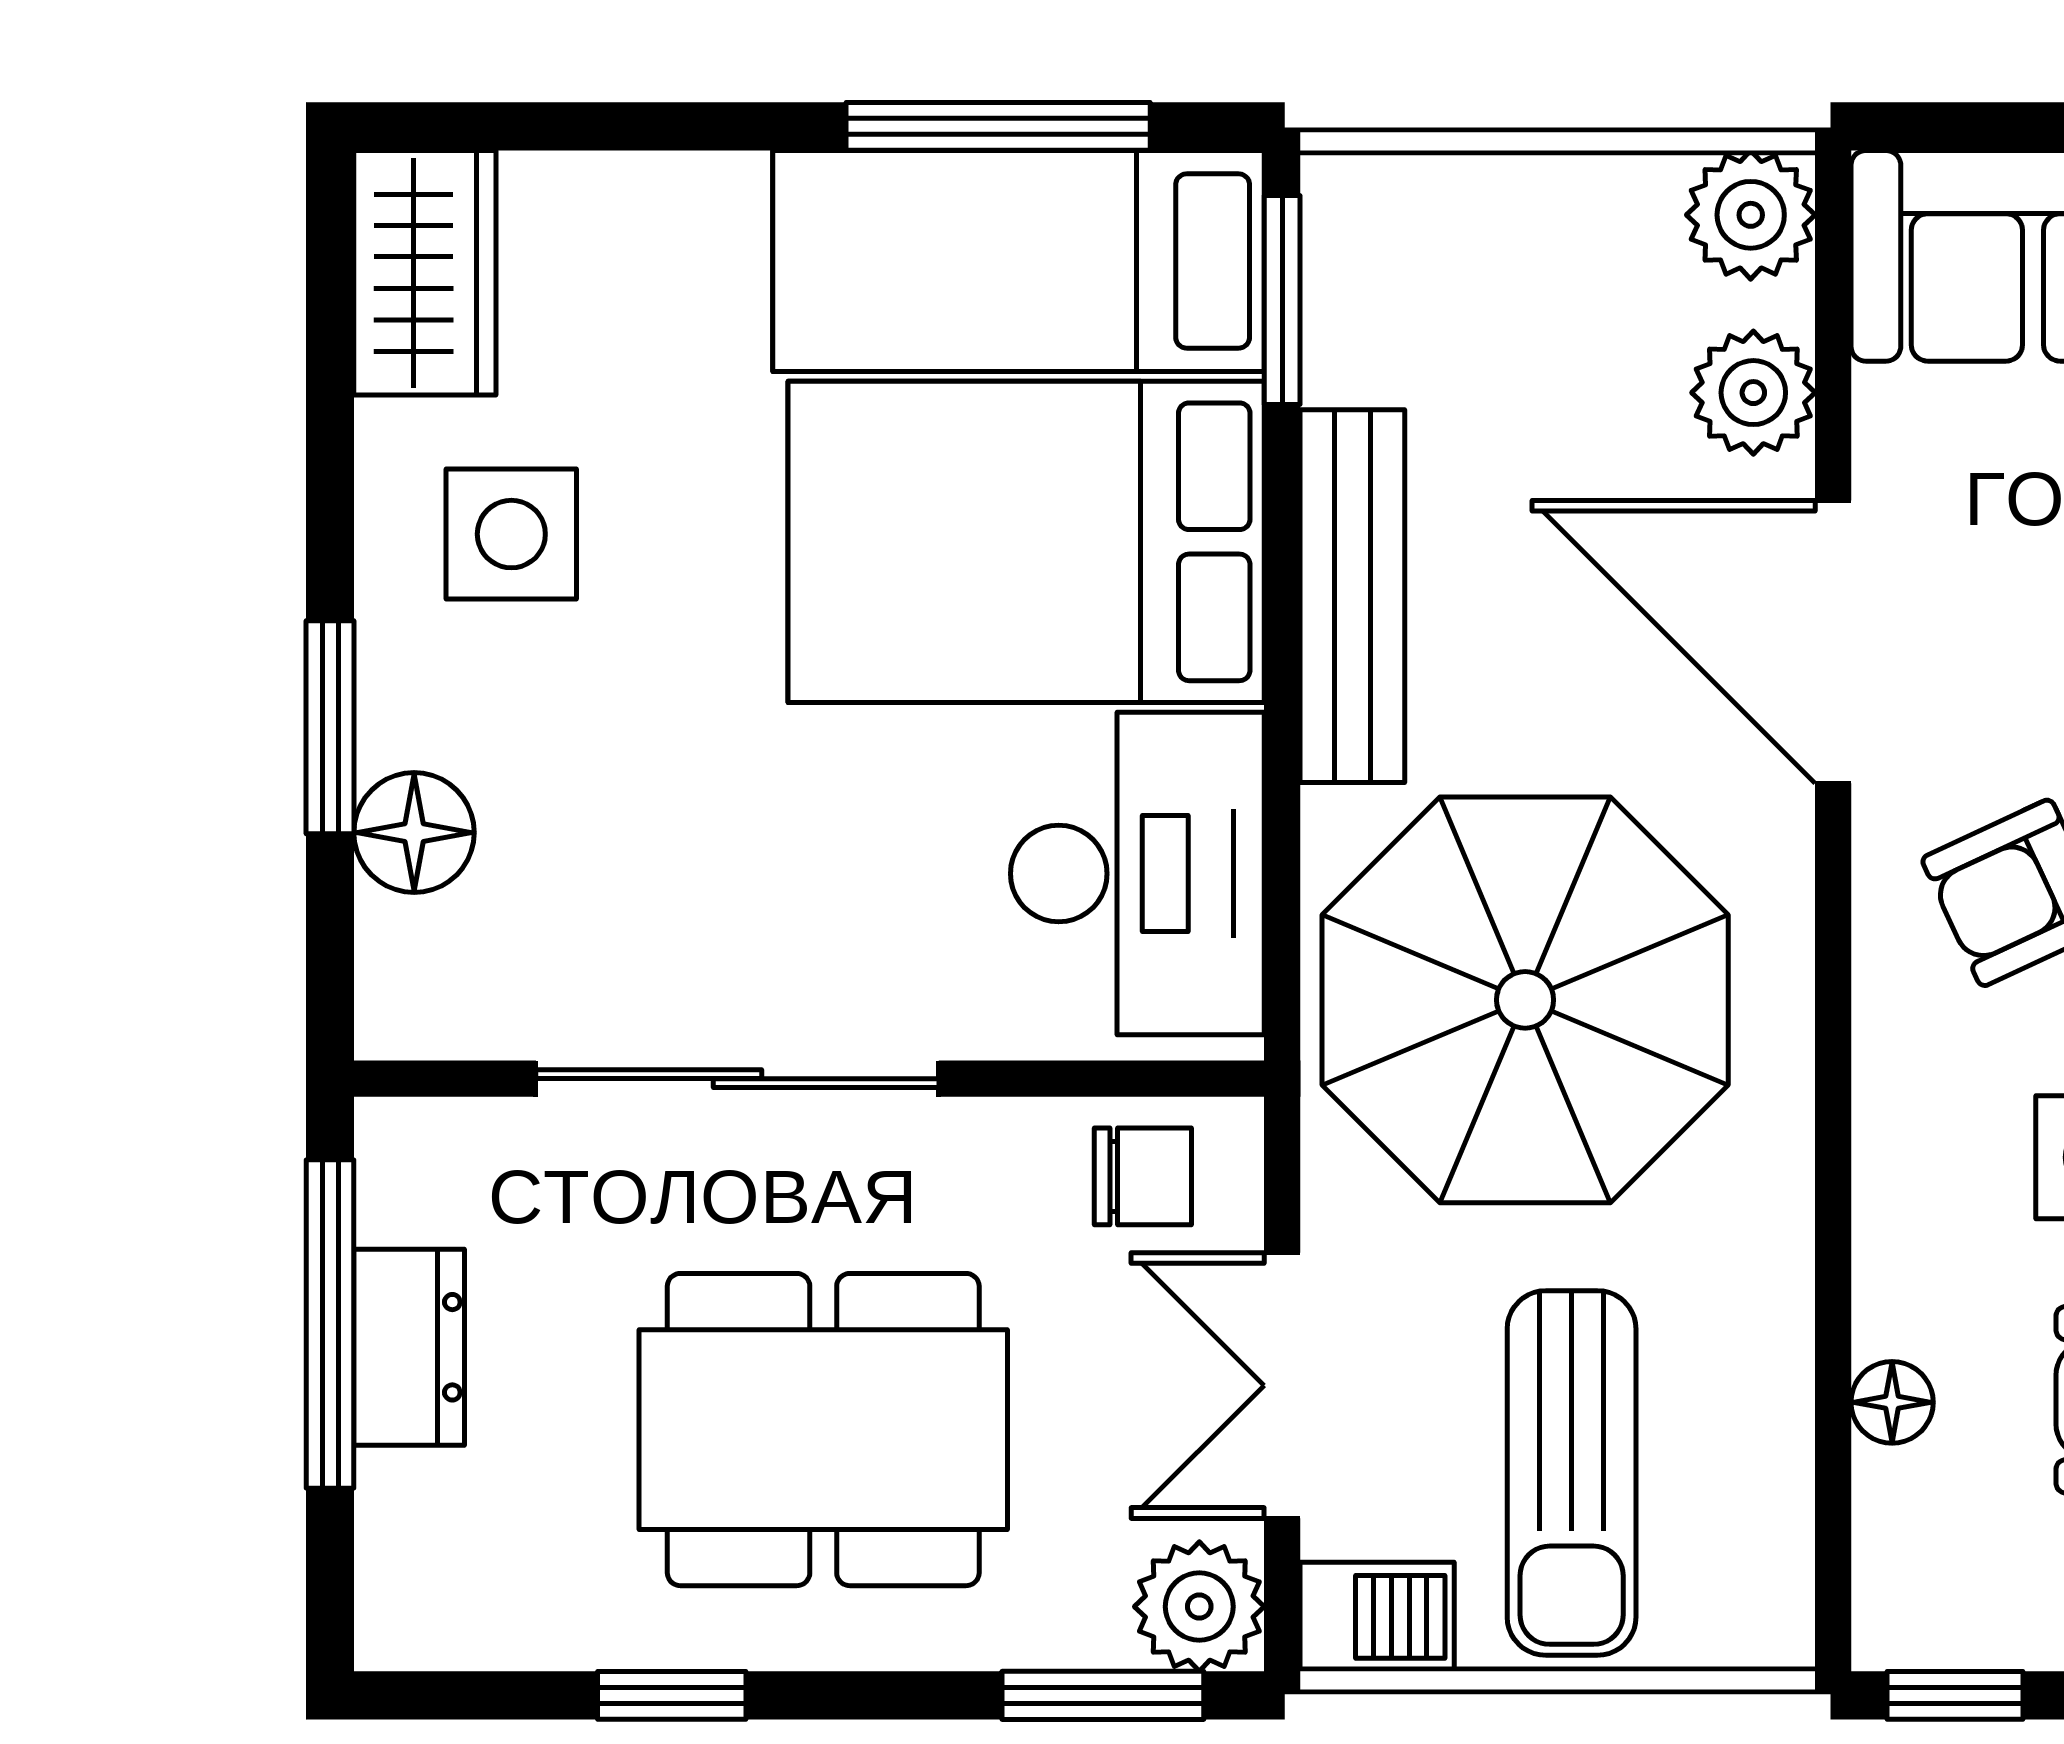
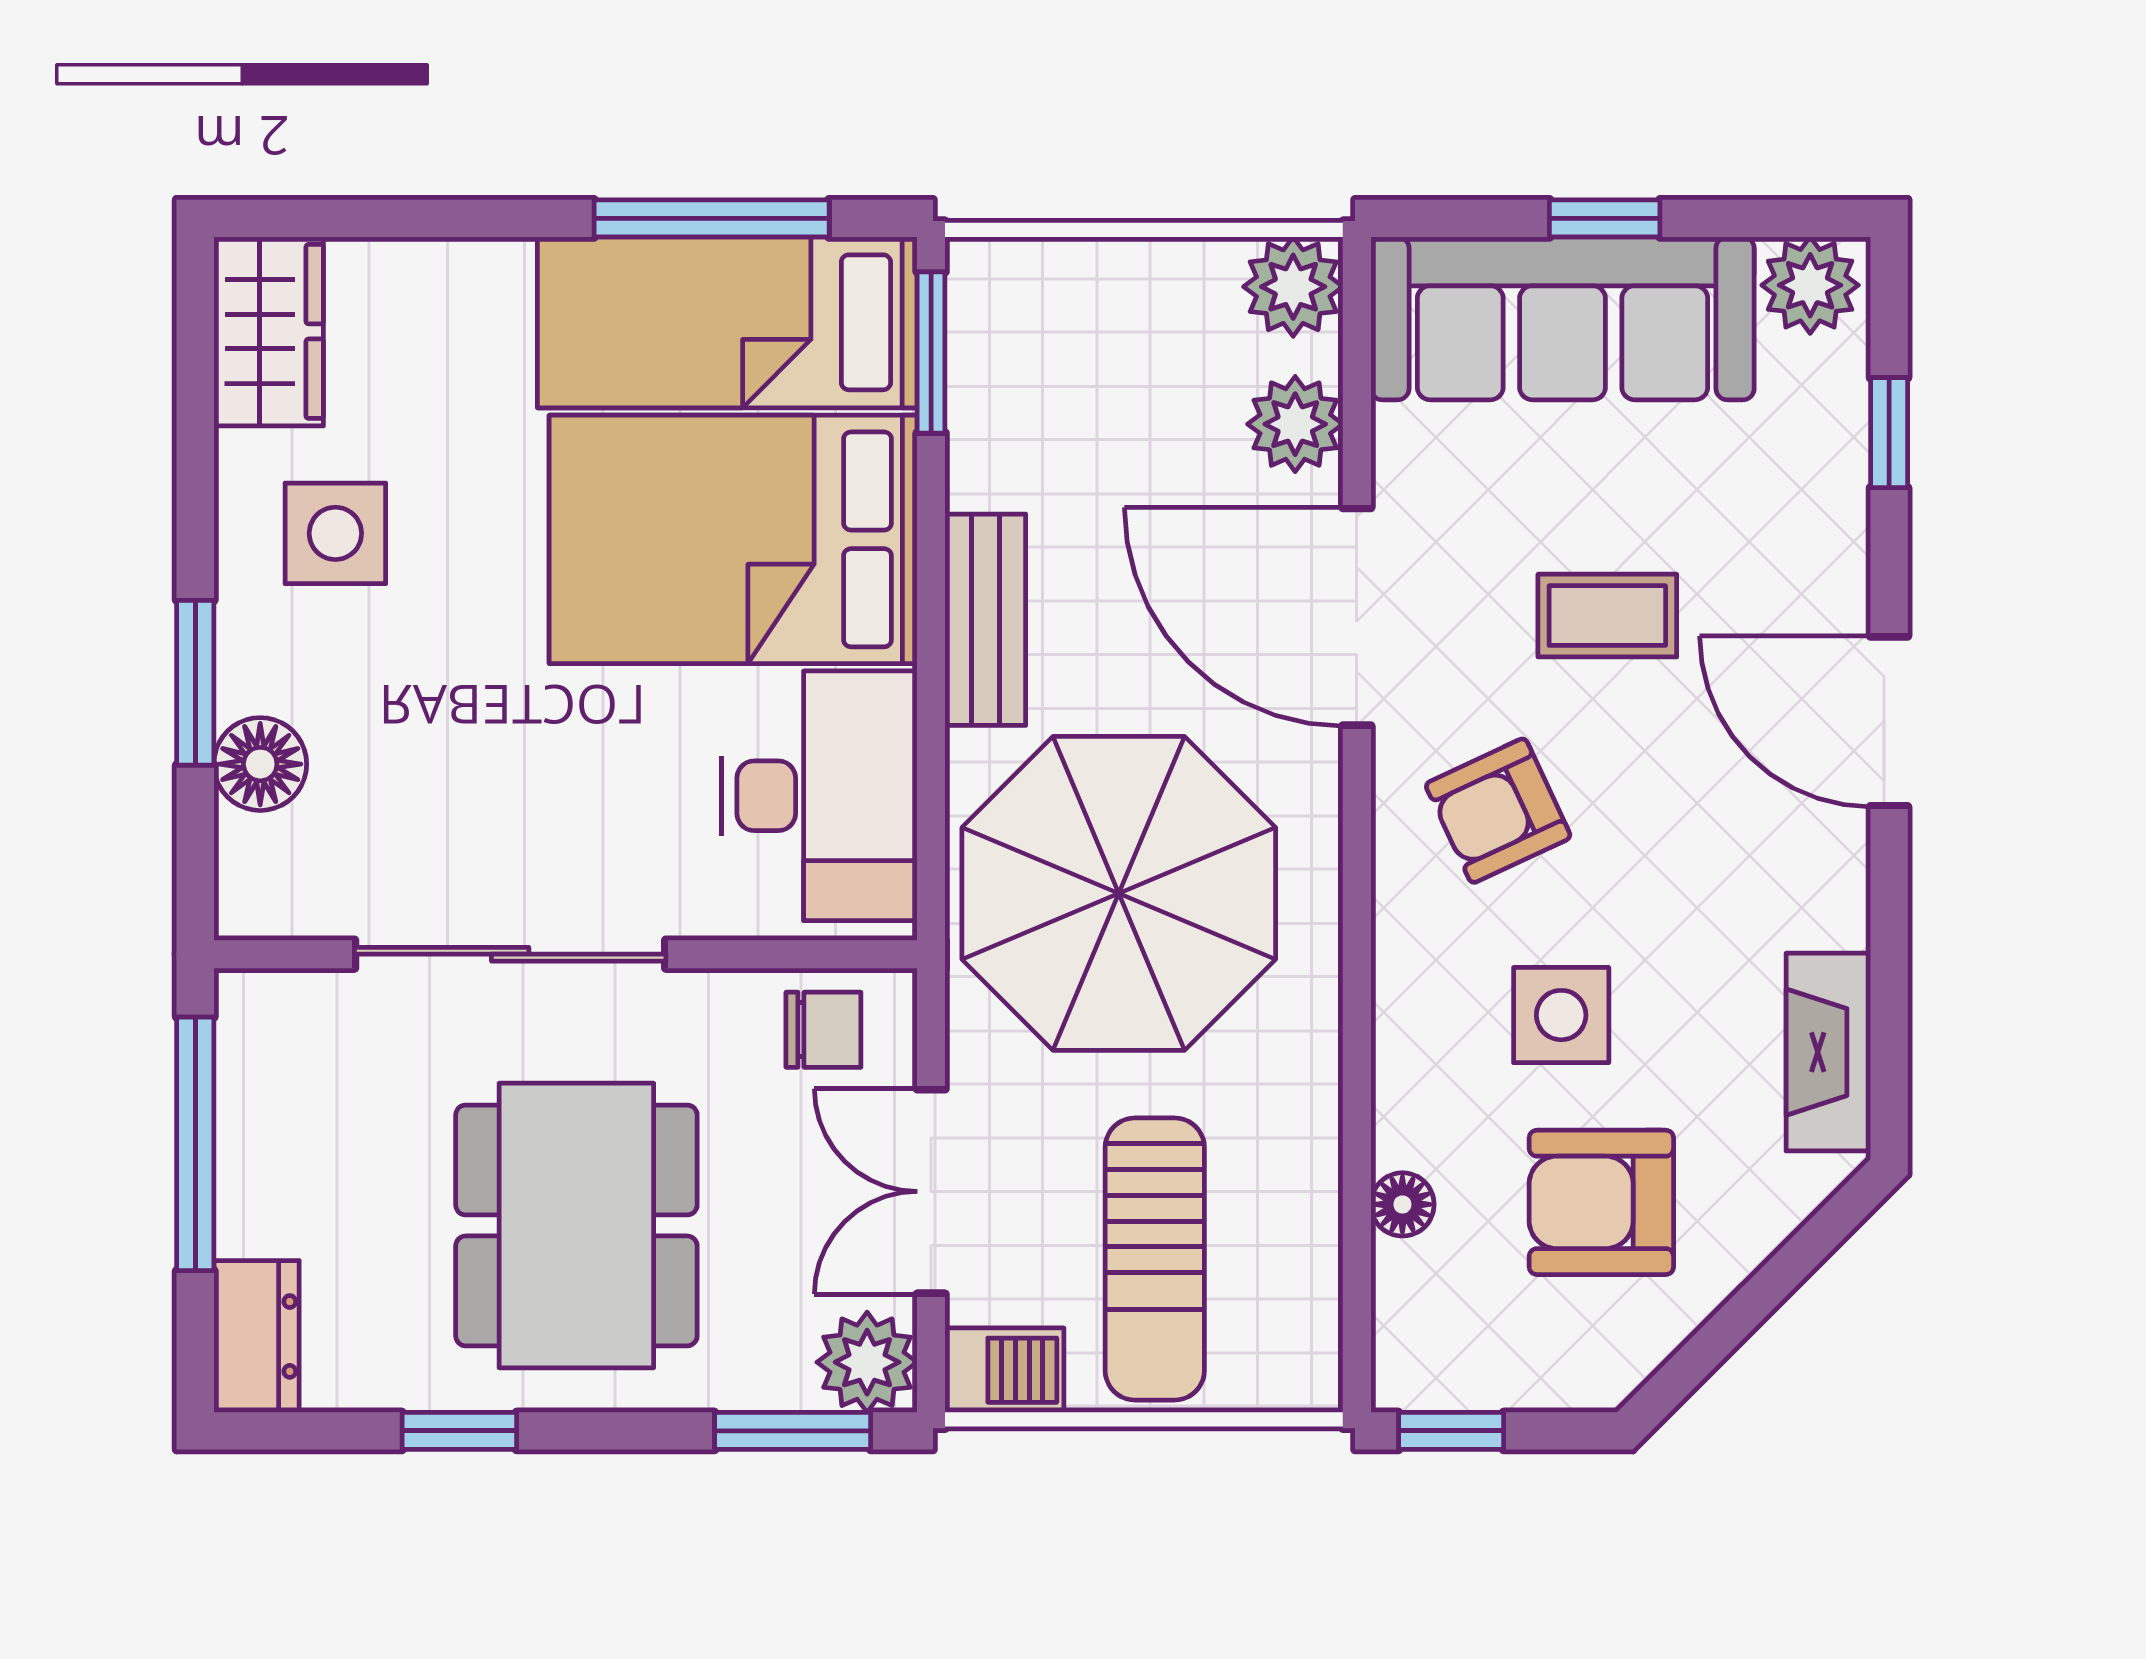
bench: (1352, 596) -> (985, 620), width x0.73
dresser: (409, 1347) -> (256, 1336), moved
dining table: (823, 1430) -> (576, 1225), turned 90

